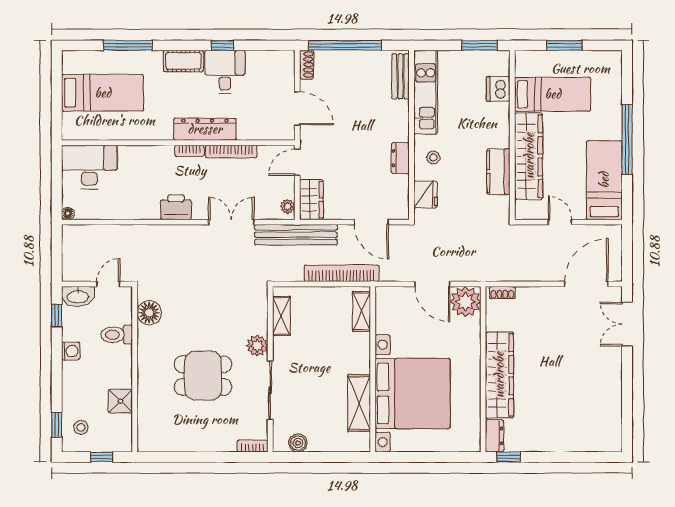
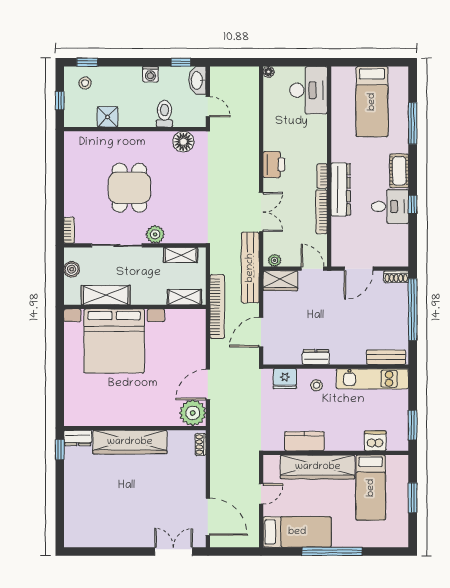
shelving: (361, 311) -> (184, 297), moved
wall: (373, 369) -> (135, 307), moved
bed with nightstands: (413, 393) -> (114, 341), moved
shelving: (359, 403) -> (106, 295), moved

